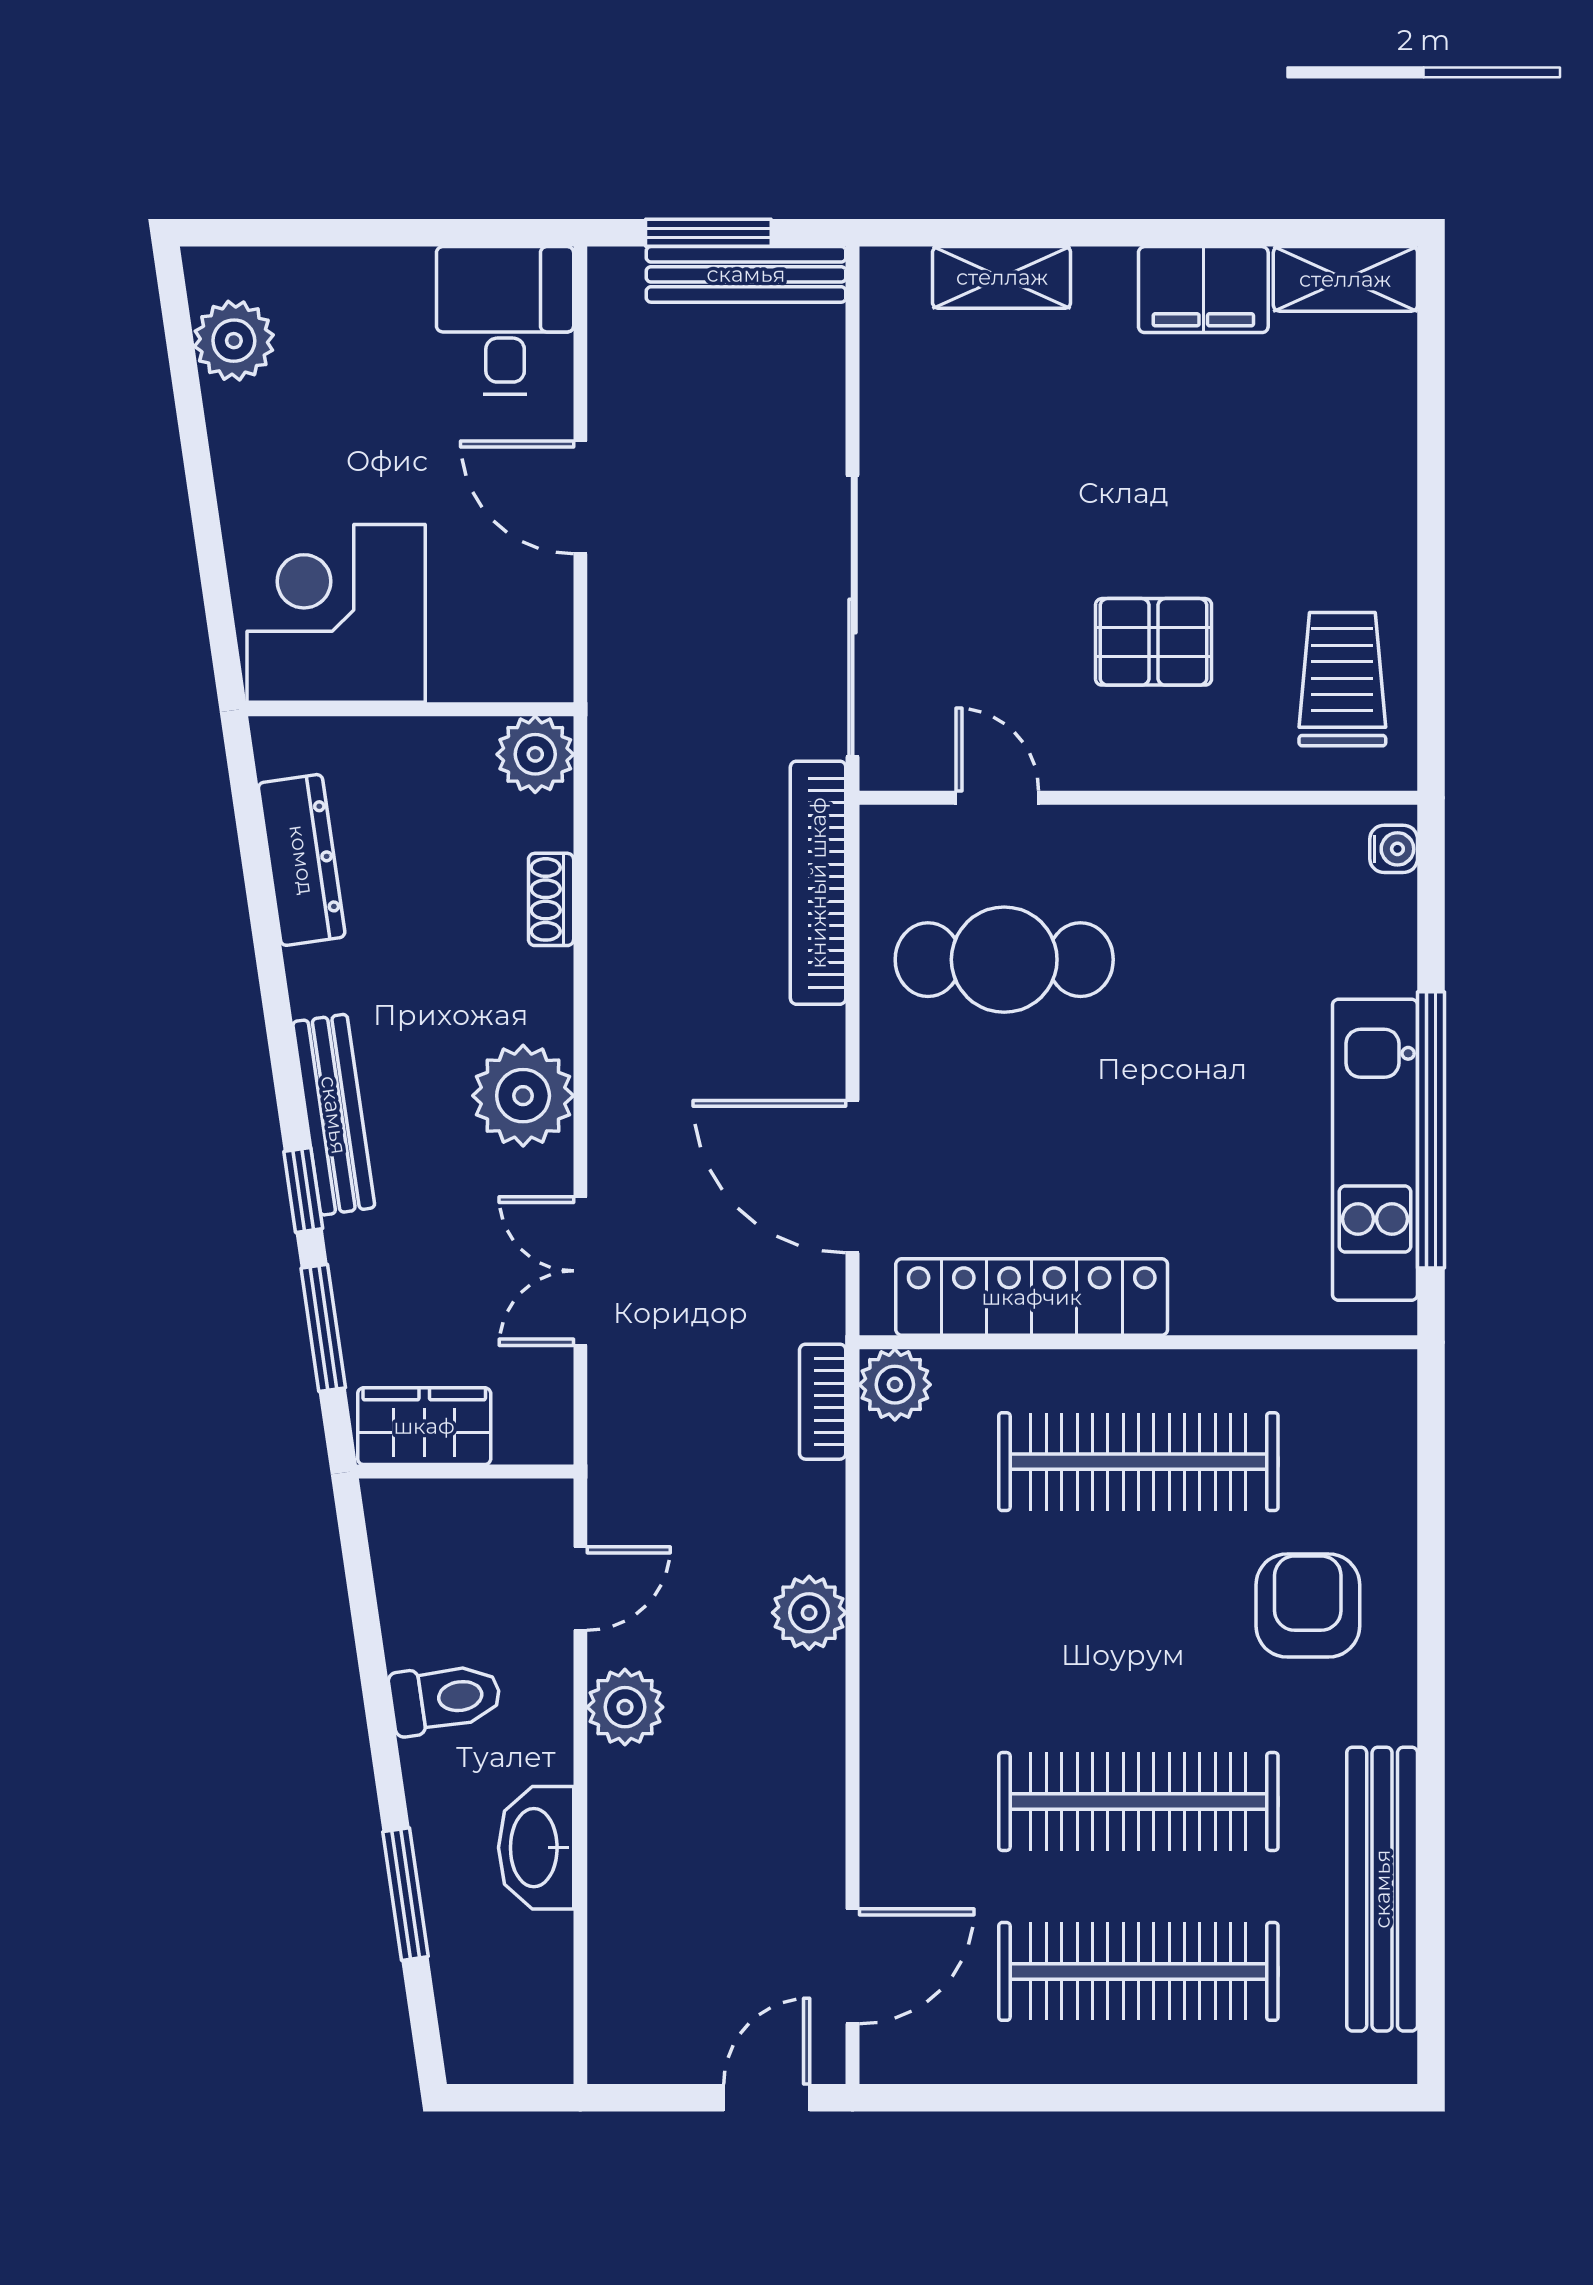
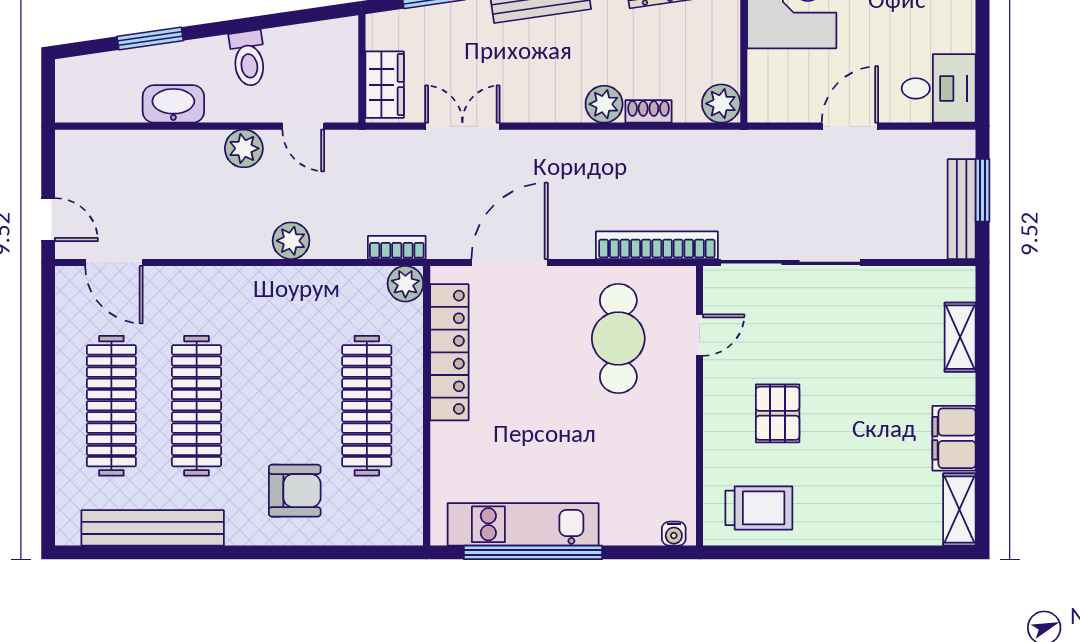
plant: (523, 1096) -> (604, 104), moved, width x0.73, depth x0.73
wardrobe: (424, 1426) -> (385, 85), moved

